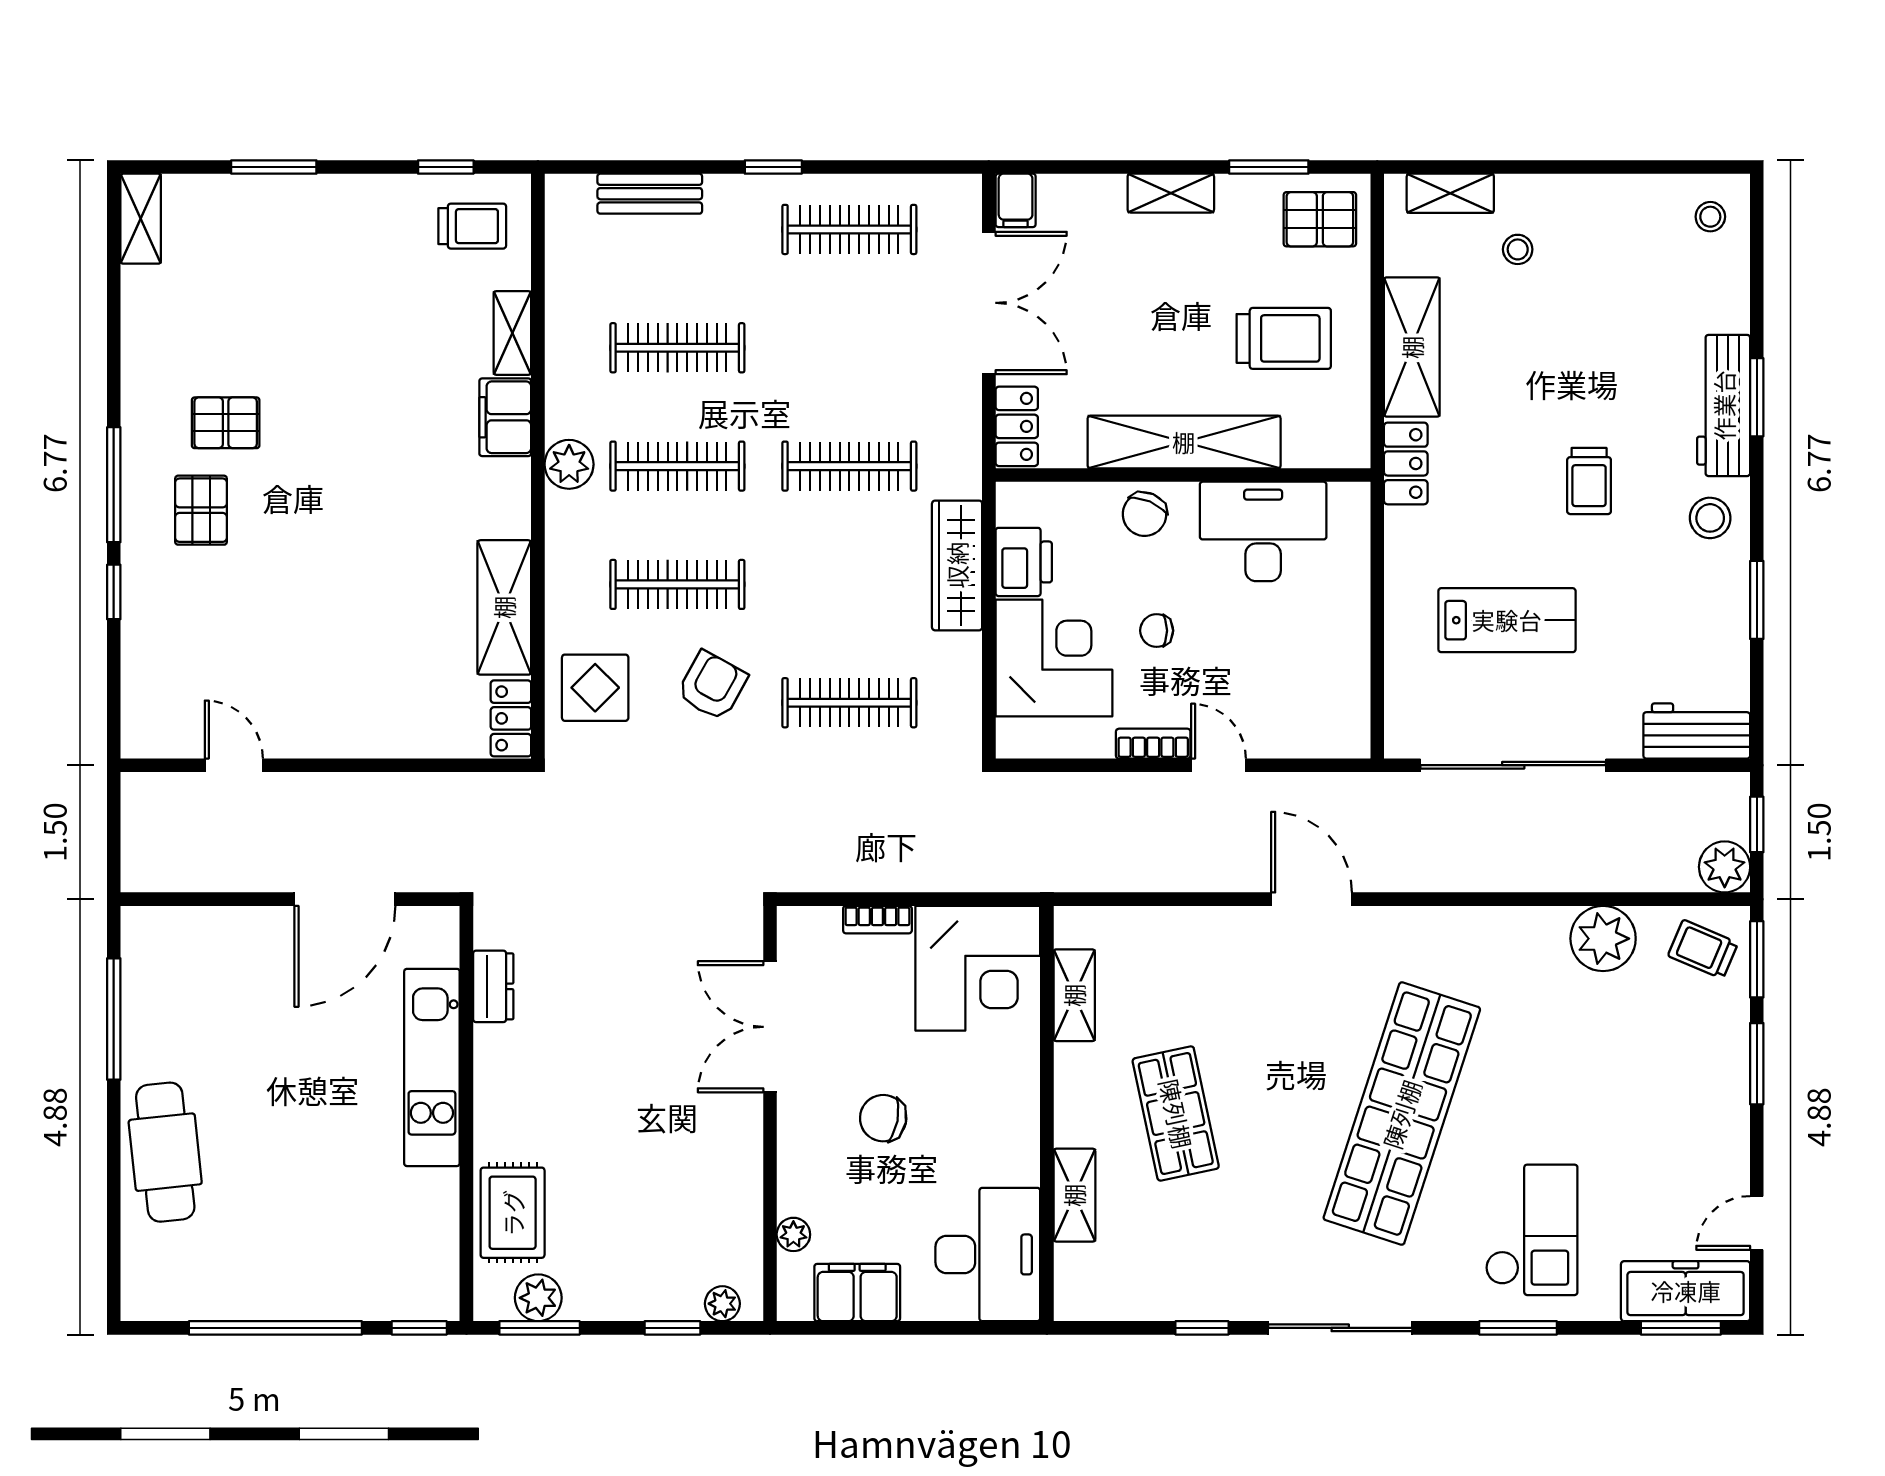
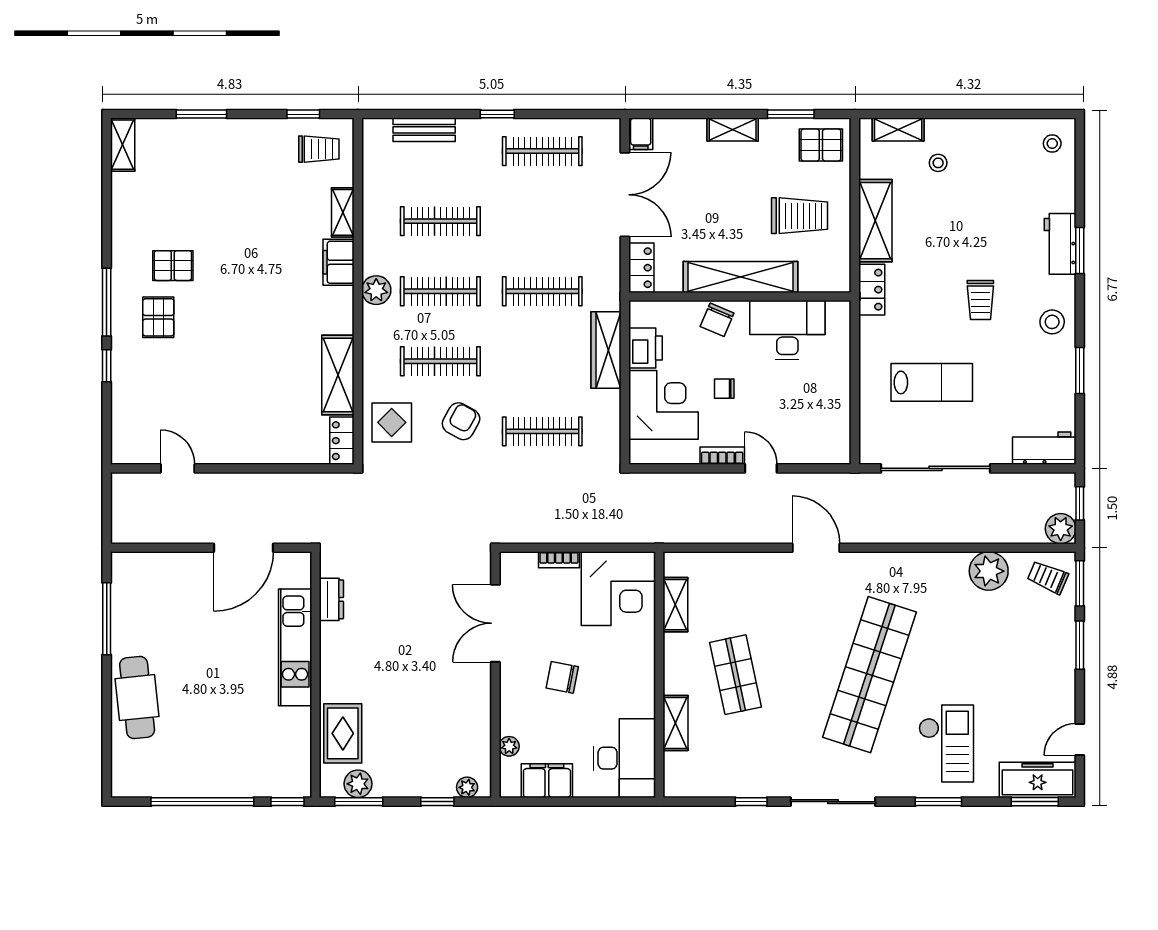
workbench: (1724, 405) -> (1060, 244), width x0.73

